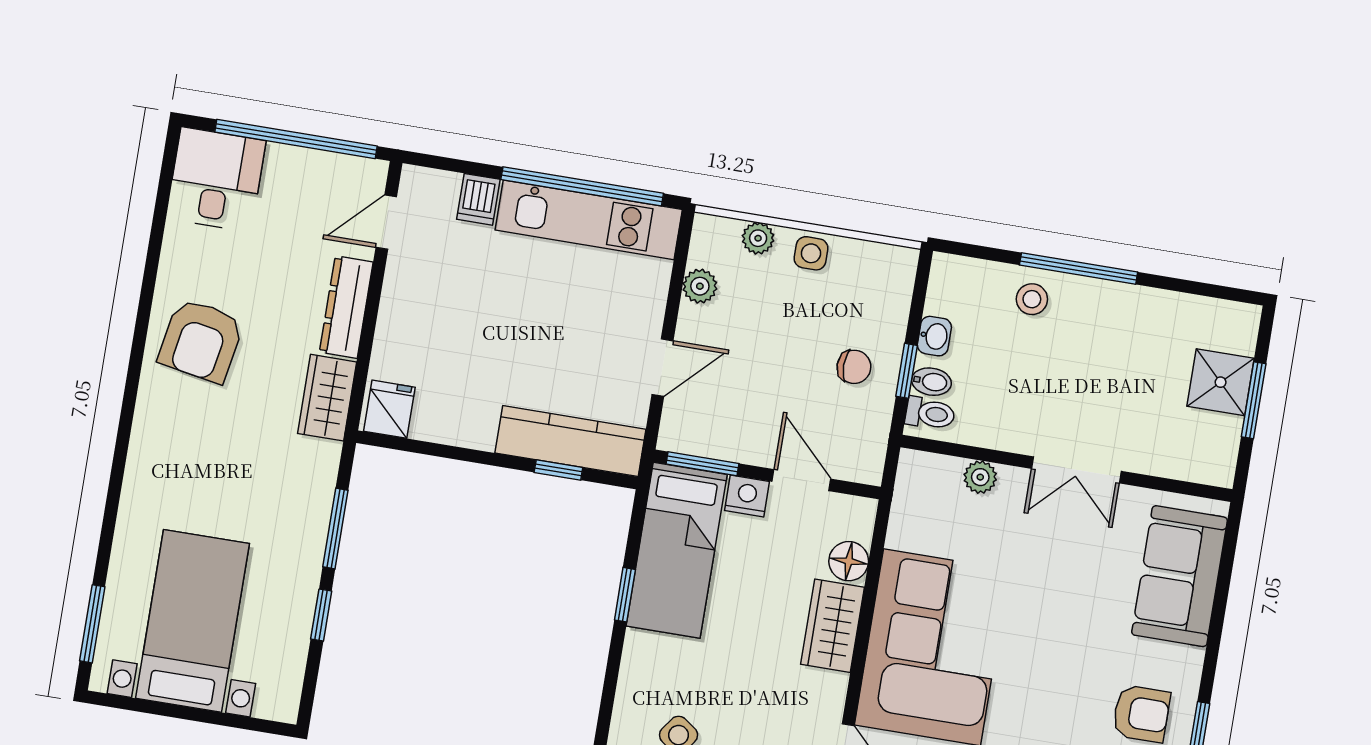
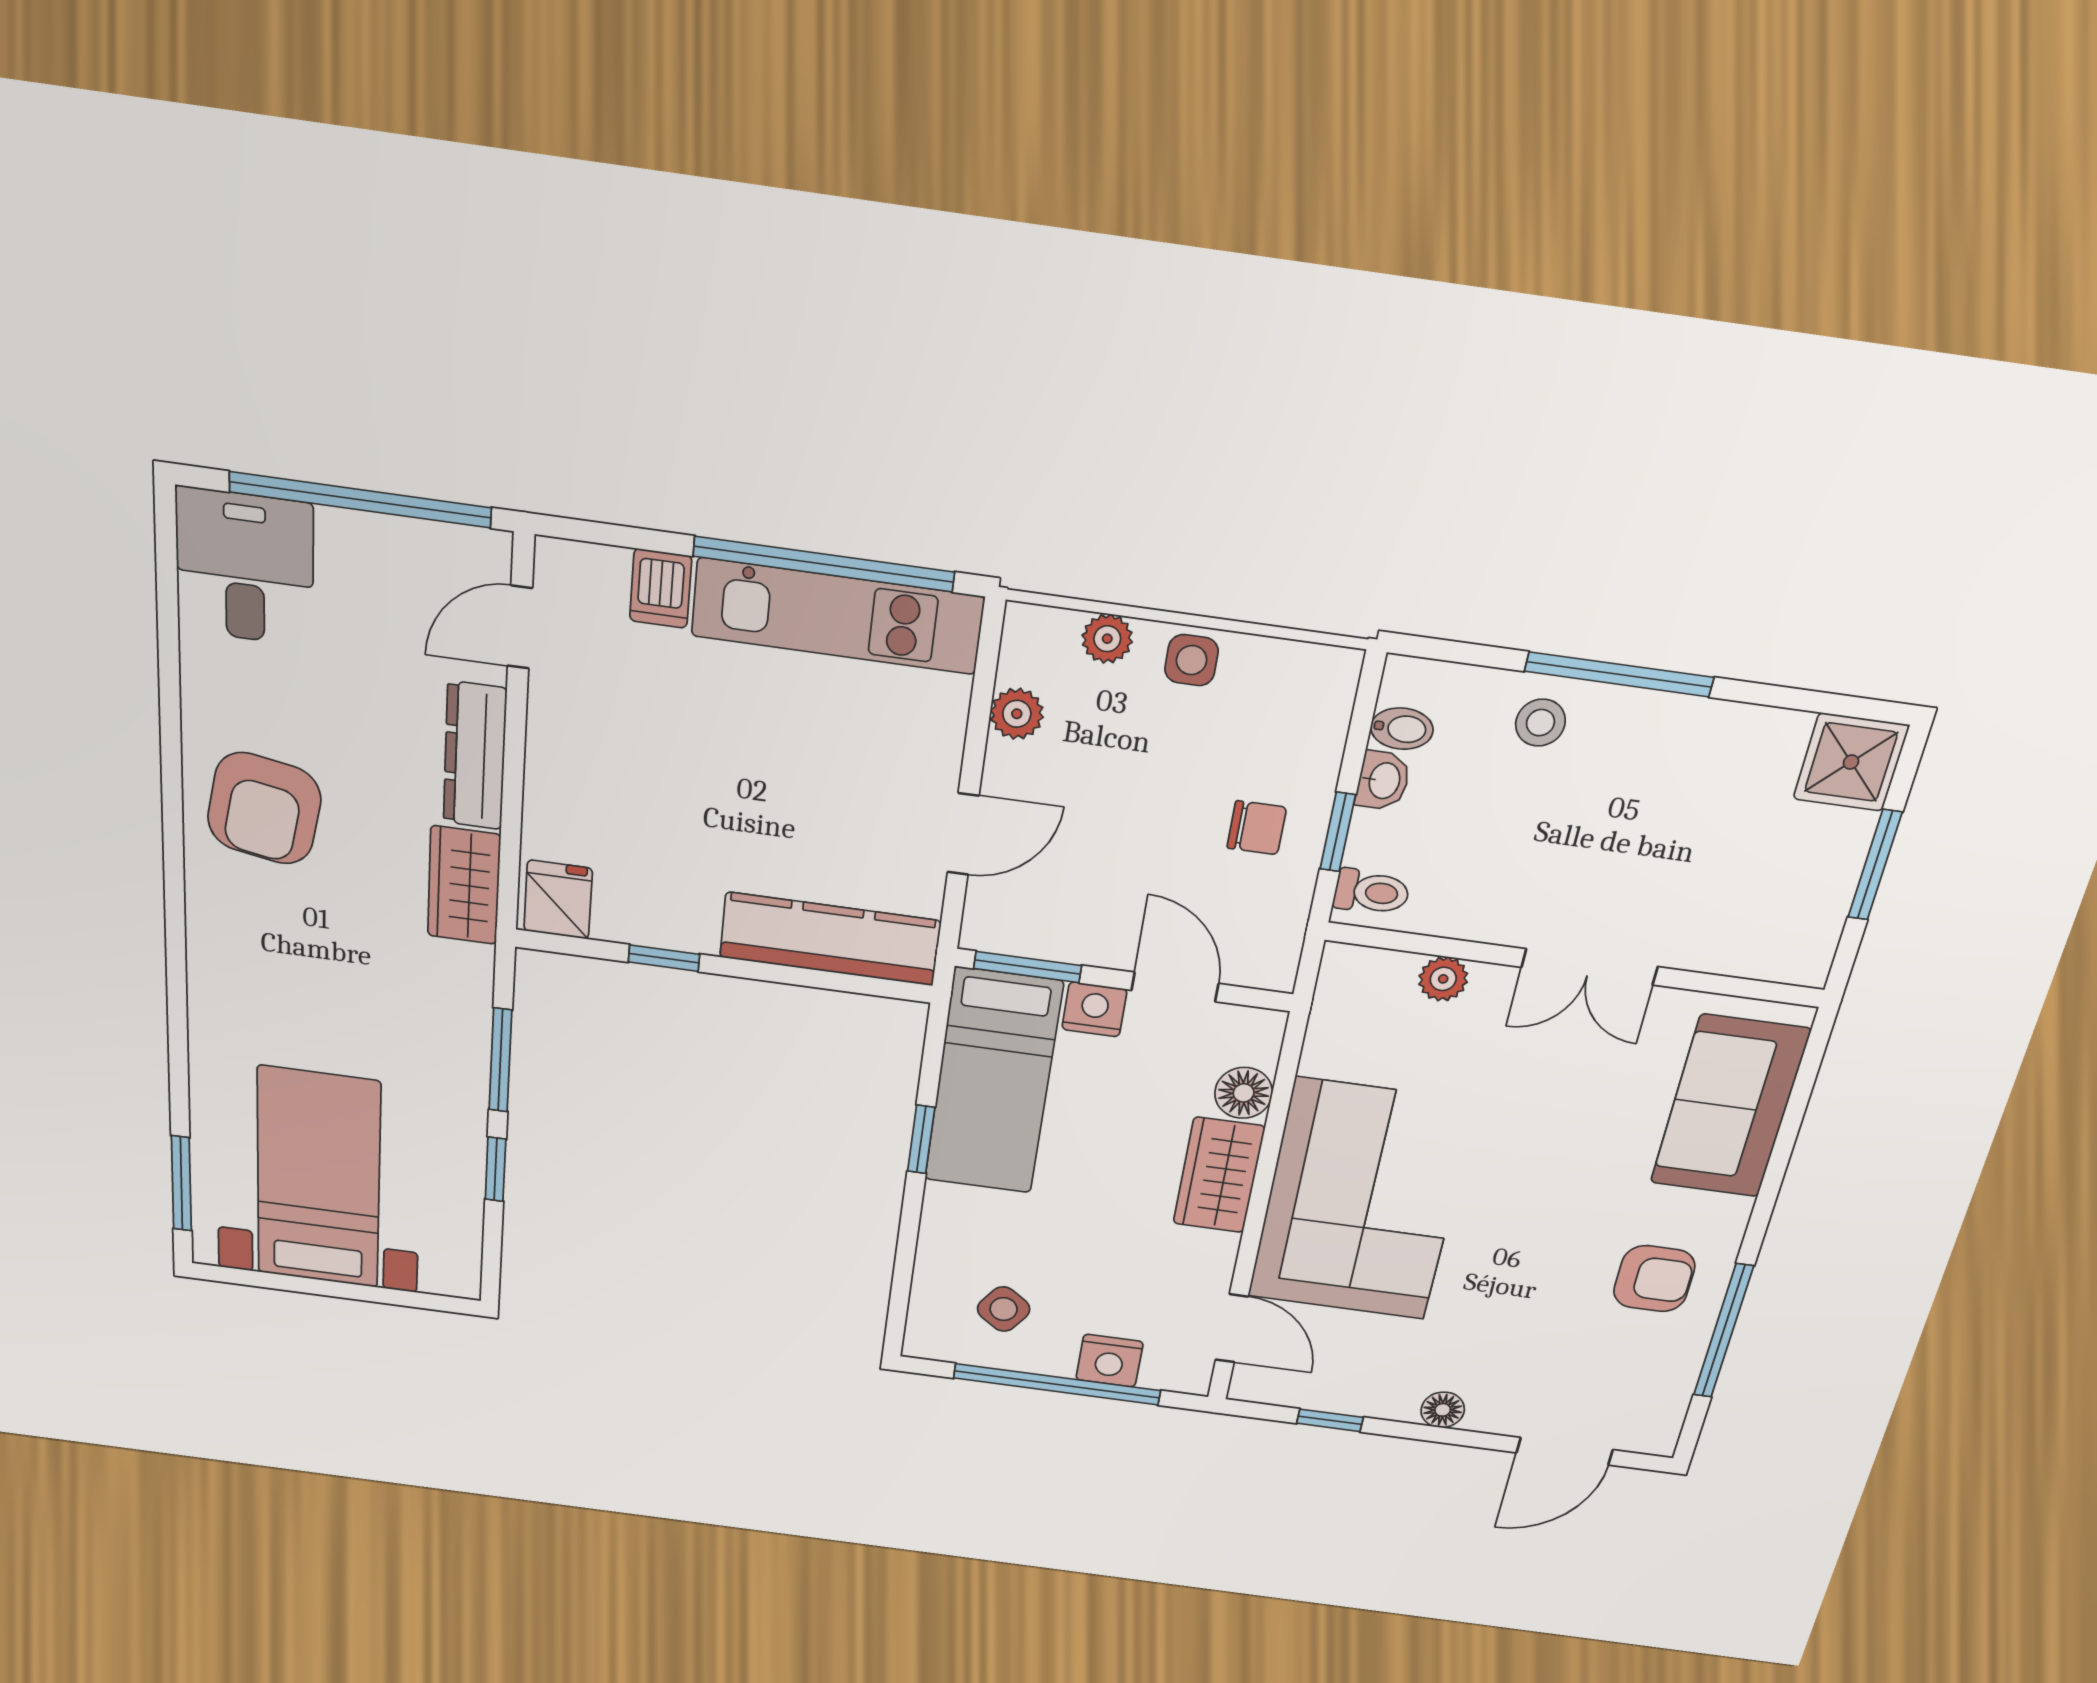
bidet: (931, 382) -> (1402, 729), moved
shower: (1221, 382) -> (1851, 762), moved
window: (558, 470) -> (664, 958), moved

